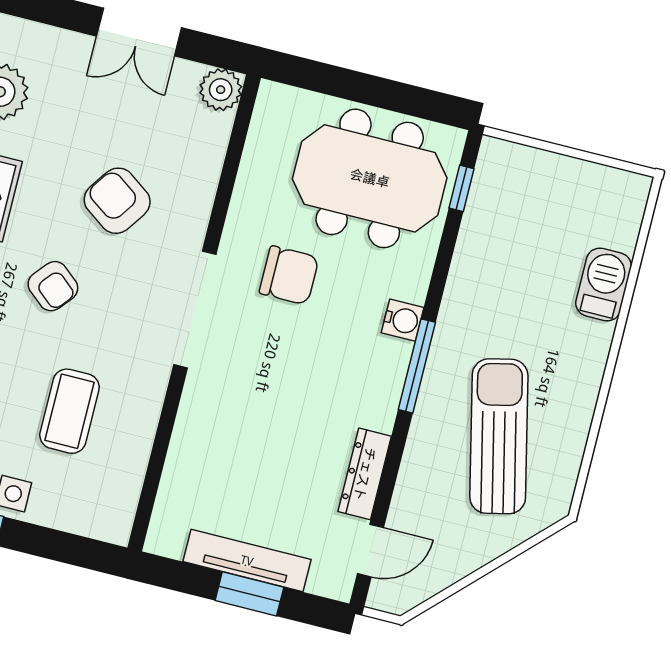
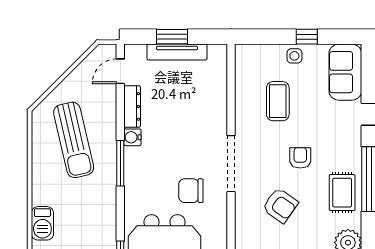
armchair: (53, 286) -> (300, 158), turned 50
water cooler: (403, 320) -> (132, 137), moved

